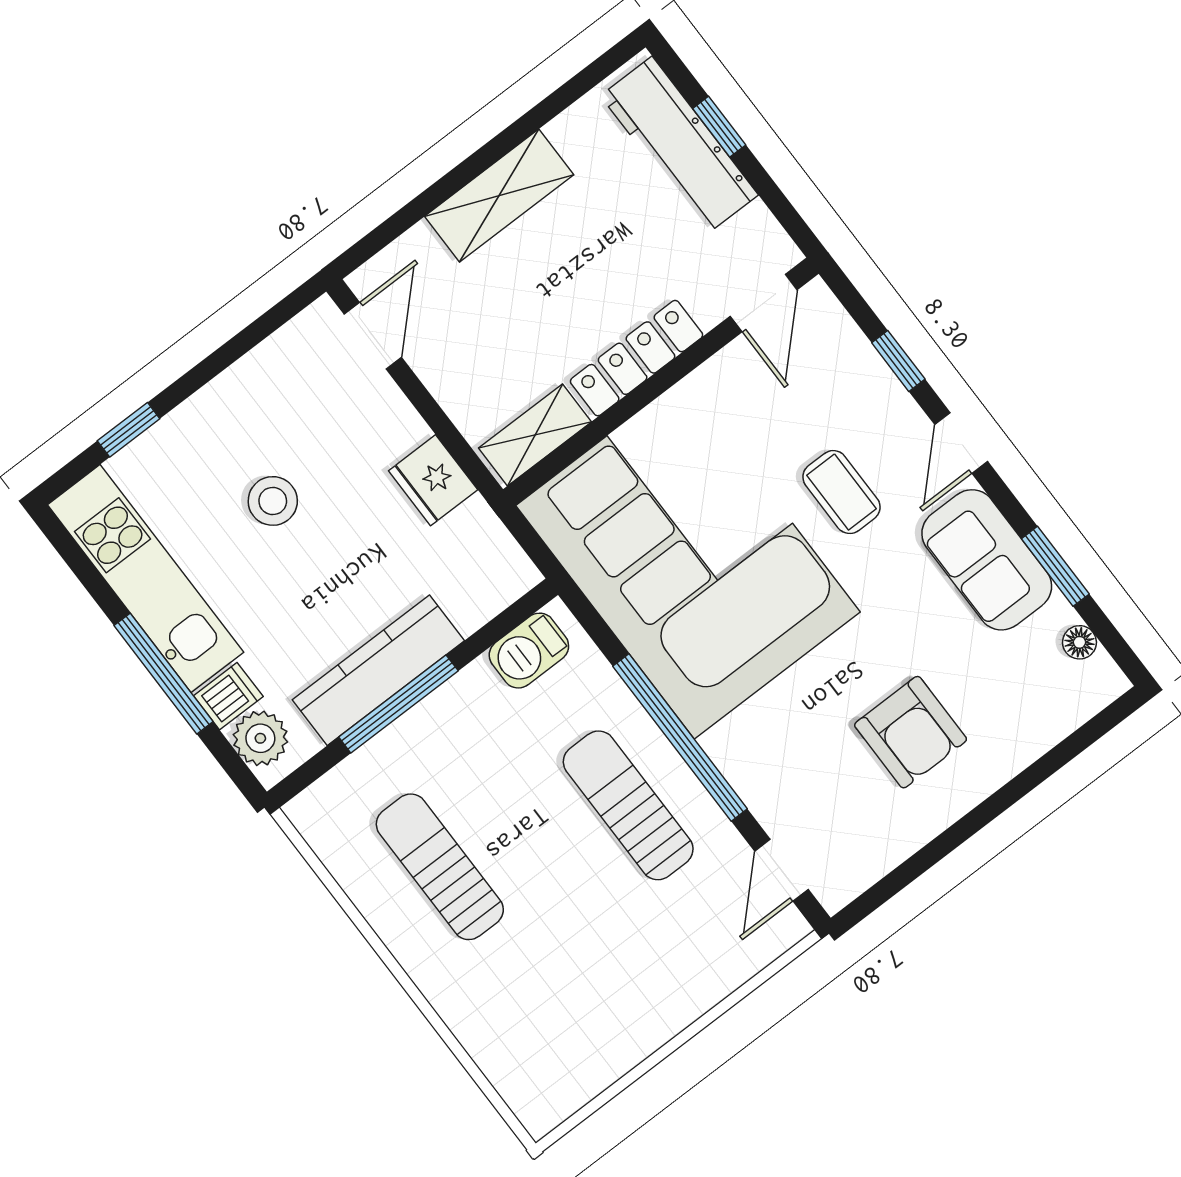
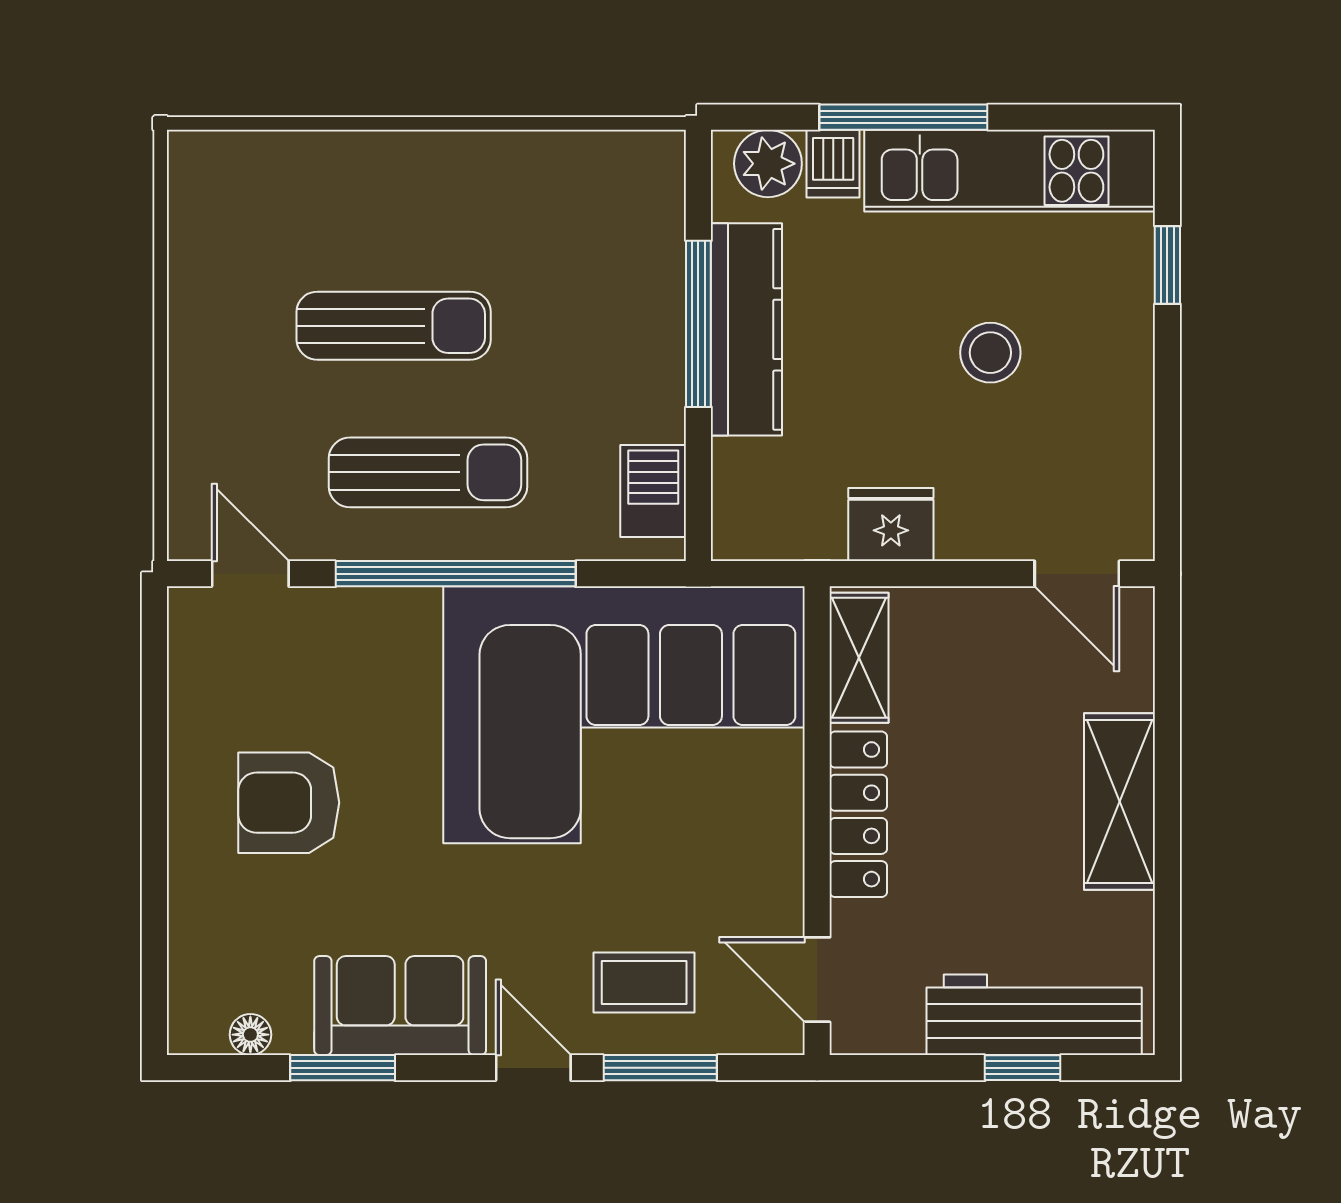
window: (898, 361) -> (660, 1068), width x1.50
coffee table: (841, 492) -> (644, 983), moved
sun lounger: (440, 867) -> (394, 326), moved

